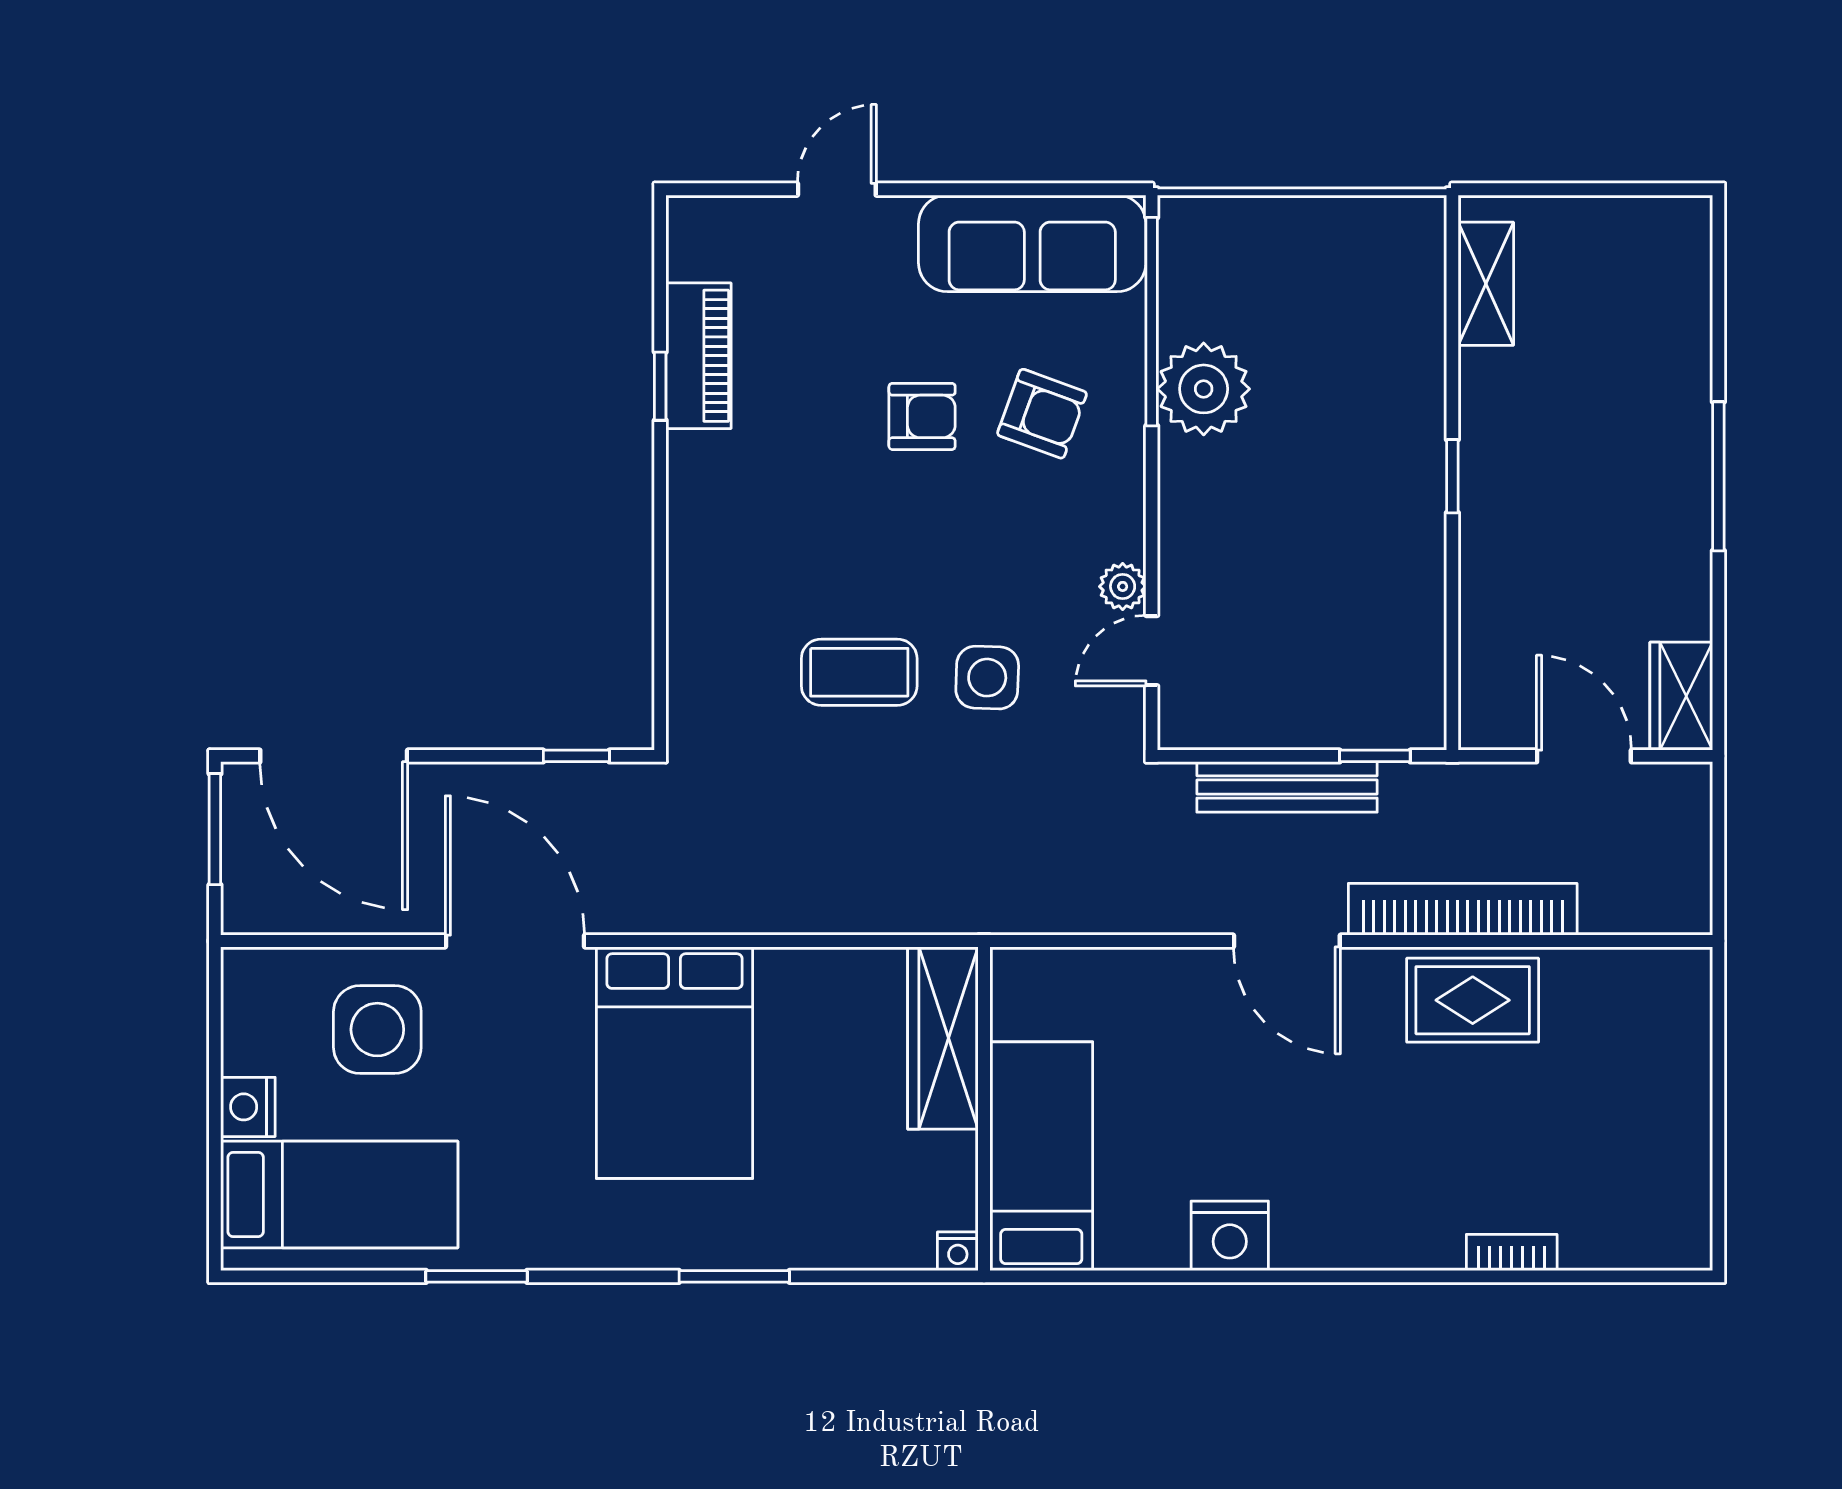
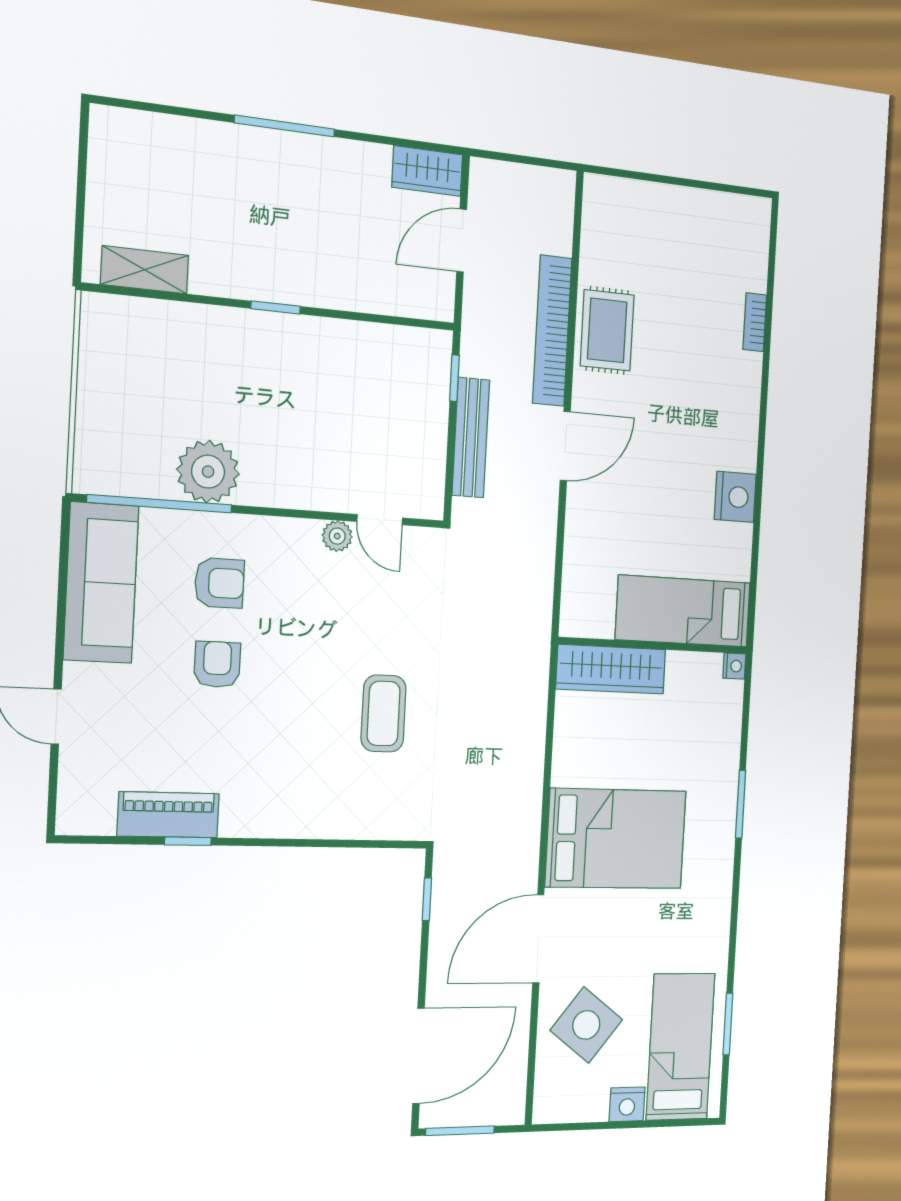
armchair: (1042, 414) -> (219, 583), turned 70
side table: (987, 678) -> (391, 629), removed
side table: (377, 1030) -> (586, 1025), turned 38
window: (477, 1276) -> (728, 1024), moved

